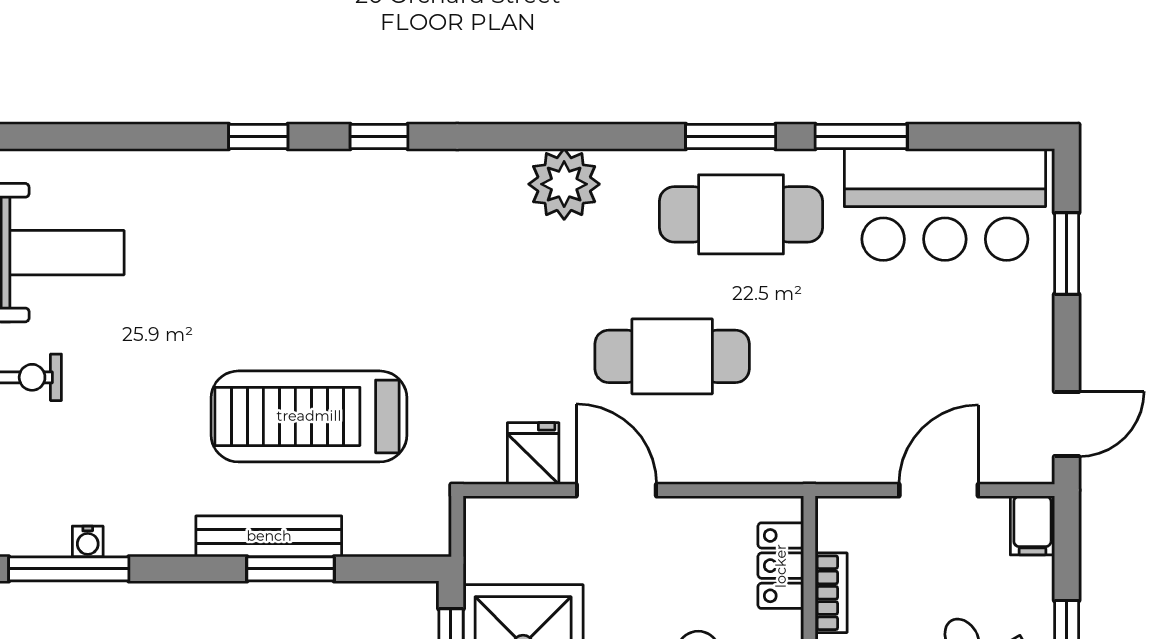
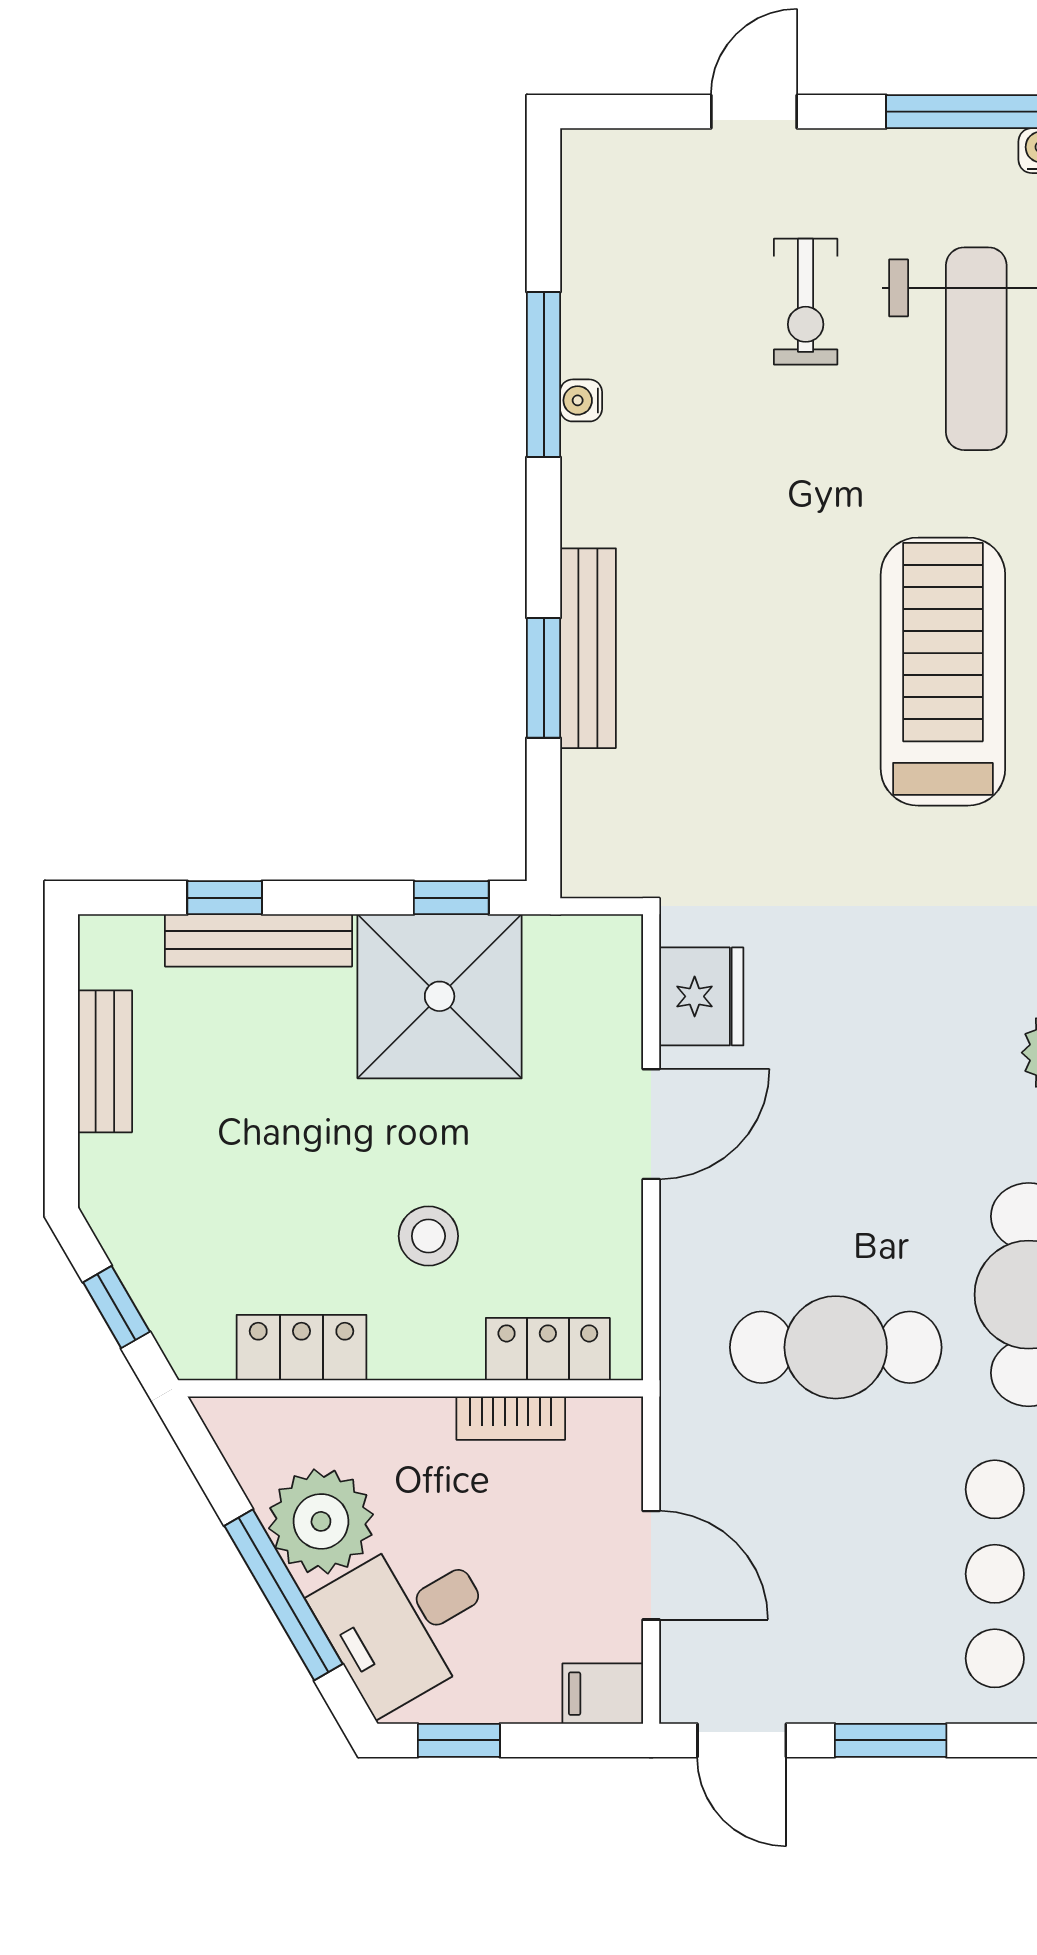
window: (1067, 254) -> (891, 1740), moved
cafe table: (672, 356) -> (836, 1347), moved, turned 90
treadmill: (309, 416) -> (943, 672), moved
fridge: (533, 454) -> (701, 996), width x1.38

